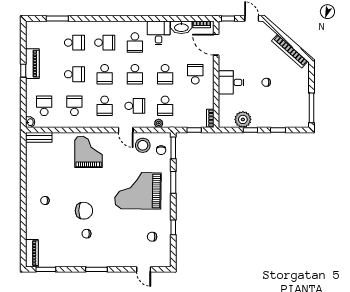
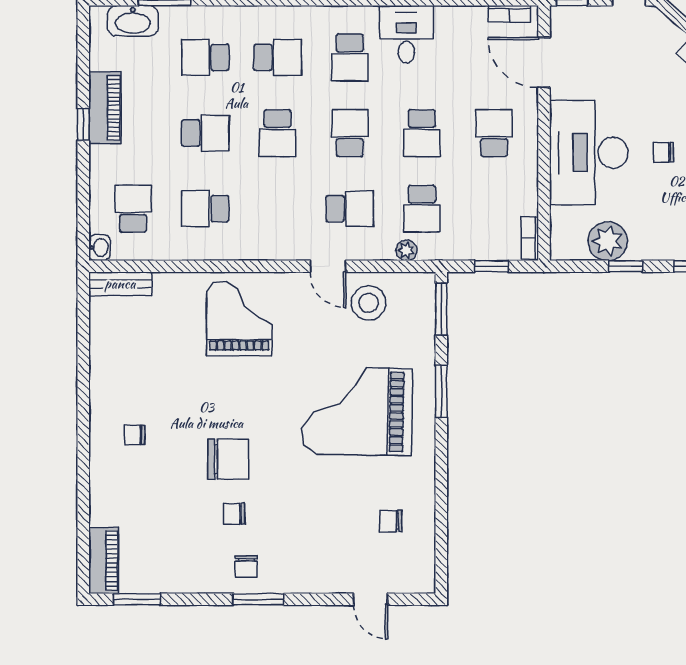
washbasin: (181, 27) -> (133, 21), moved
school desk: (74, 43) -> (205, 57), turned 180
school desk: (135, 74) -> (350, 133), turned 180
desk: (231, 82) -> (589, 153), width x1.87, depth x1.30
school desk: (74, 106) -> (205, 209), turned -90
school desk: (105, 106) -> (278, 209), removed
chair: (161, 150) -> (246, 566), moved
window: (173, 227) -> (441, 499), removed

